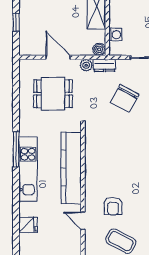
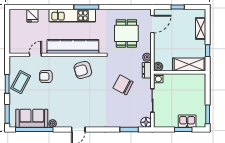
washing machine: (115, 35) -> (158, 78), moved
door: (58, 57) -> (152, 24), moved
armchair: (104, 154) -> (83, 70), added

